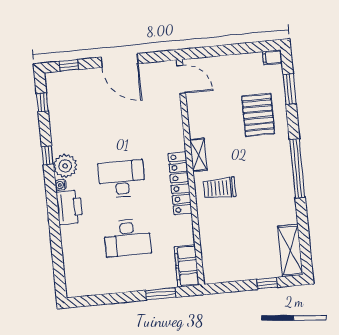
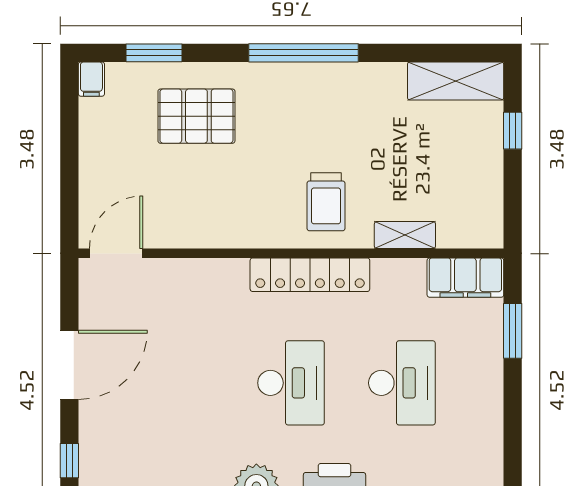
shelving: (198, 155) -> (405, 235), moved
desk: (122, 179) -> (291, 383), turned 180

